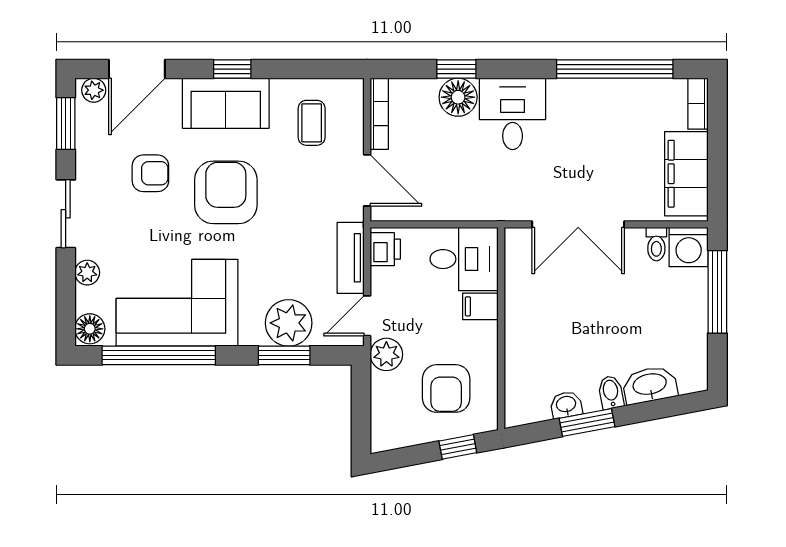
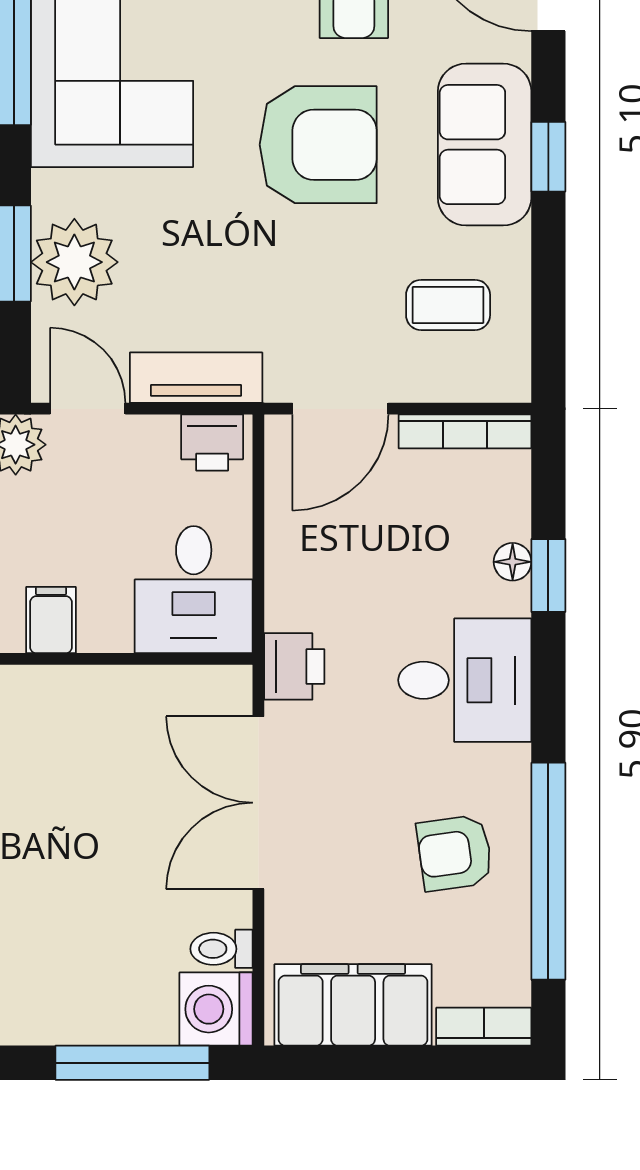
floor lamp: (458, 97) -> (513, 562), width x0.53, depth x0.53
armchair: (605, 119) -> (455, 853), added
printer: (505, 205) -> (294, 666), added
filing cabinet: (480, 306) -> (51, 620), moved

